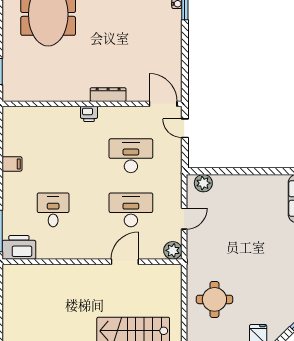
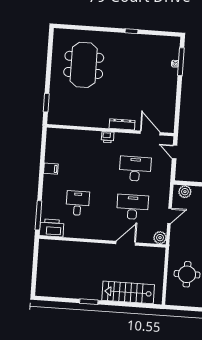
door: (163, 104) -> (150, 133), moved

